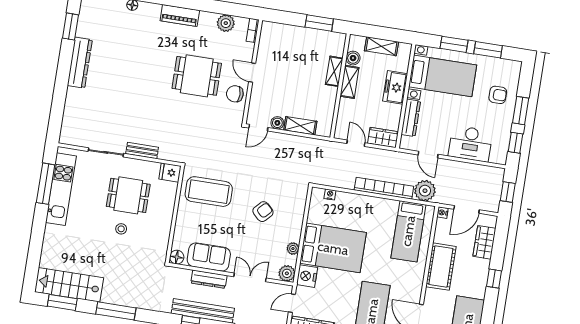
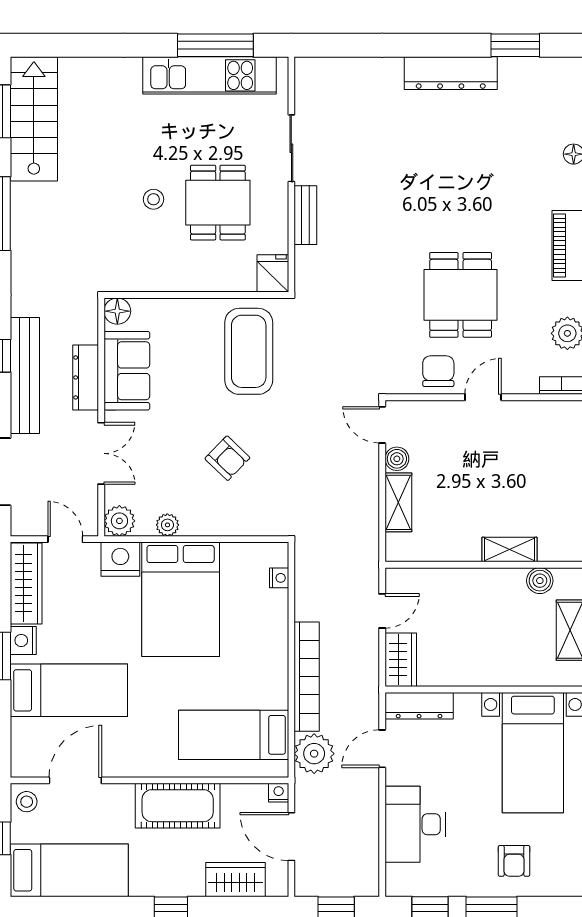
shelving: (349, 82) -> (495, 581), removed
freezer: (395, 87) -> (498, 668), removed
dresser: (411, 118) -> (419, 706), moved

